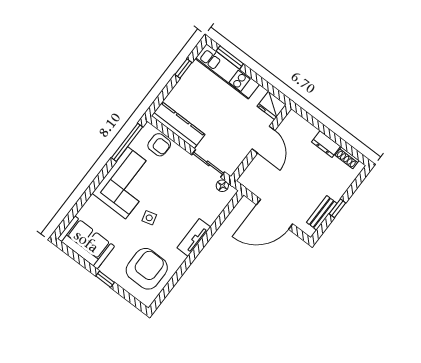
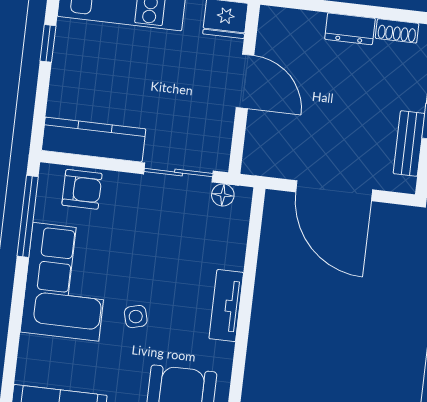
door: (275, 214) -> (334, 191), hinge flipped

